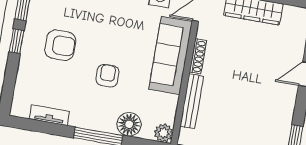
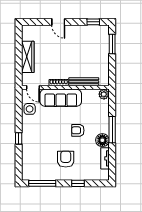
window: (17, 41) -> (78, 183), moved
floor lamp: (129, 124) -> (102, 140), moved

